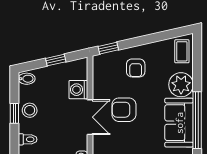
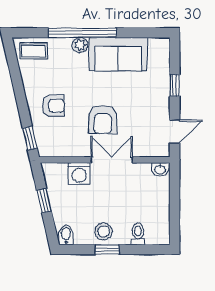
plant: (181, 85) -> (80, 45), width x0.53, depth x0.53
window: (197, 120) -> (83, 33), moved

